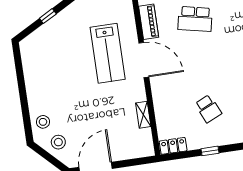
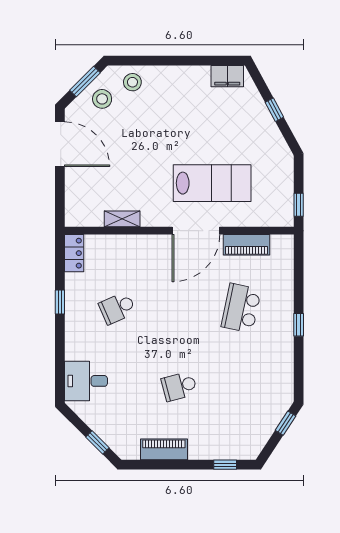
lab bench: (108, 53) -> (212, 183), turned 180
filing cabinet: (28, 54) -> (227, 76), added
window: (48, 156) -> (85, 81), added

